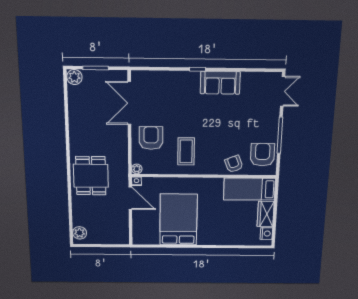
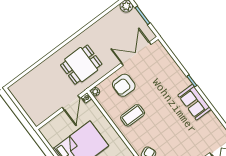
armchair: (151, 138) -> (124, 85), turned 180
dining table: (91, 176) -> (81, 65), moved
plant: (80, 233) -> (19, 87), removed

